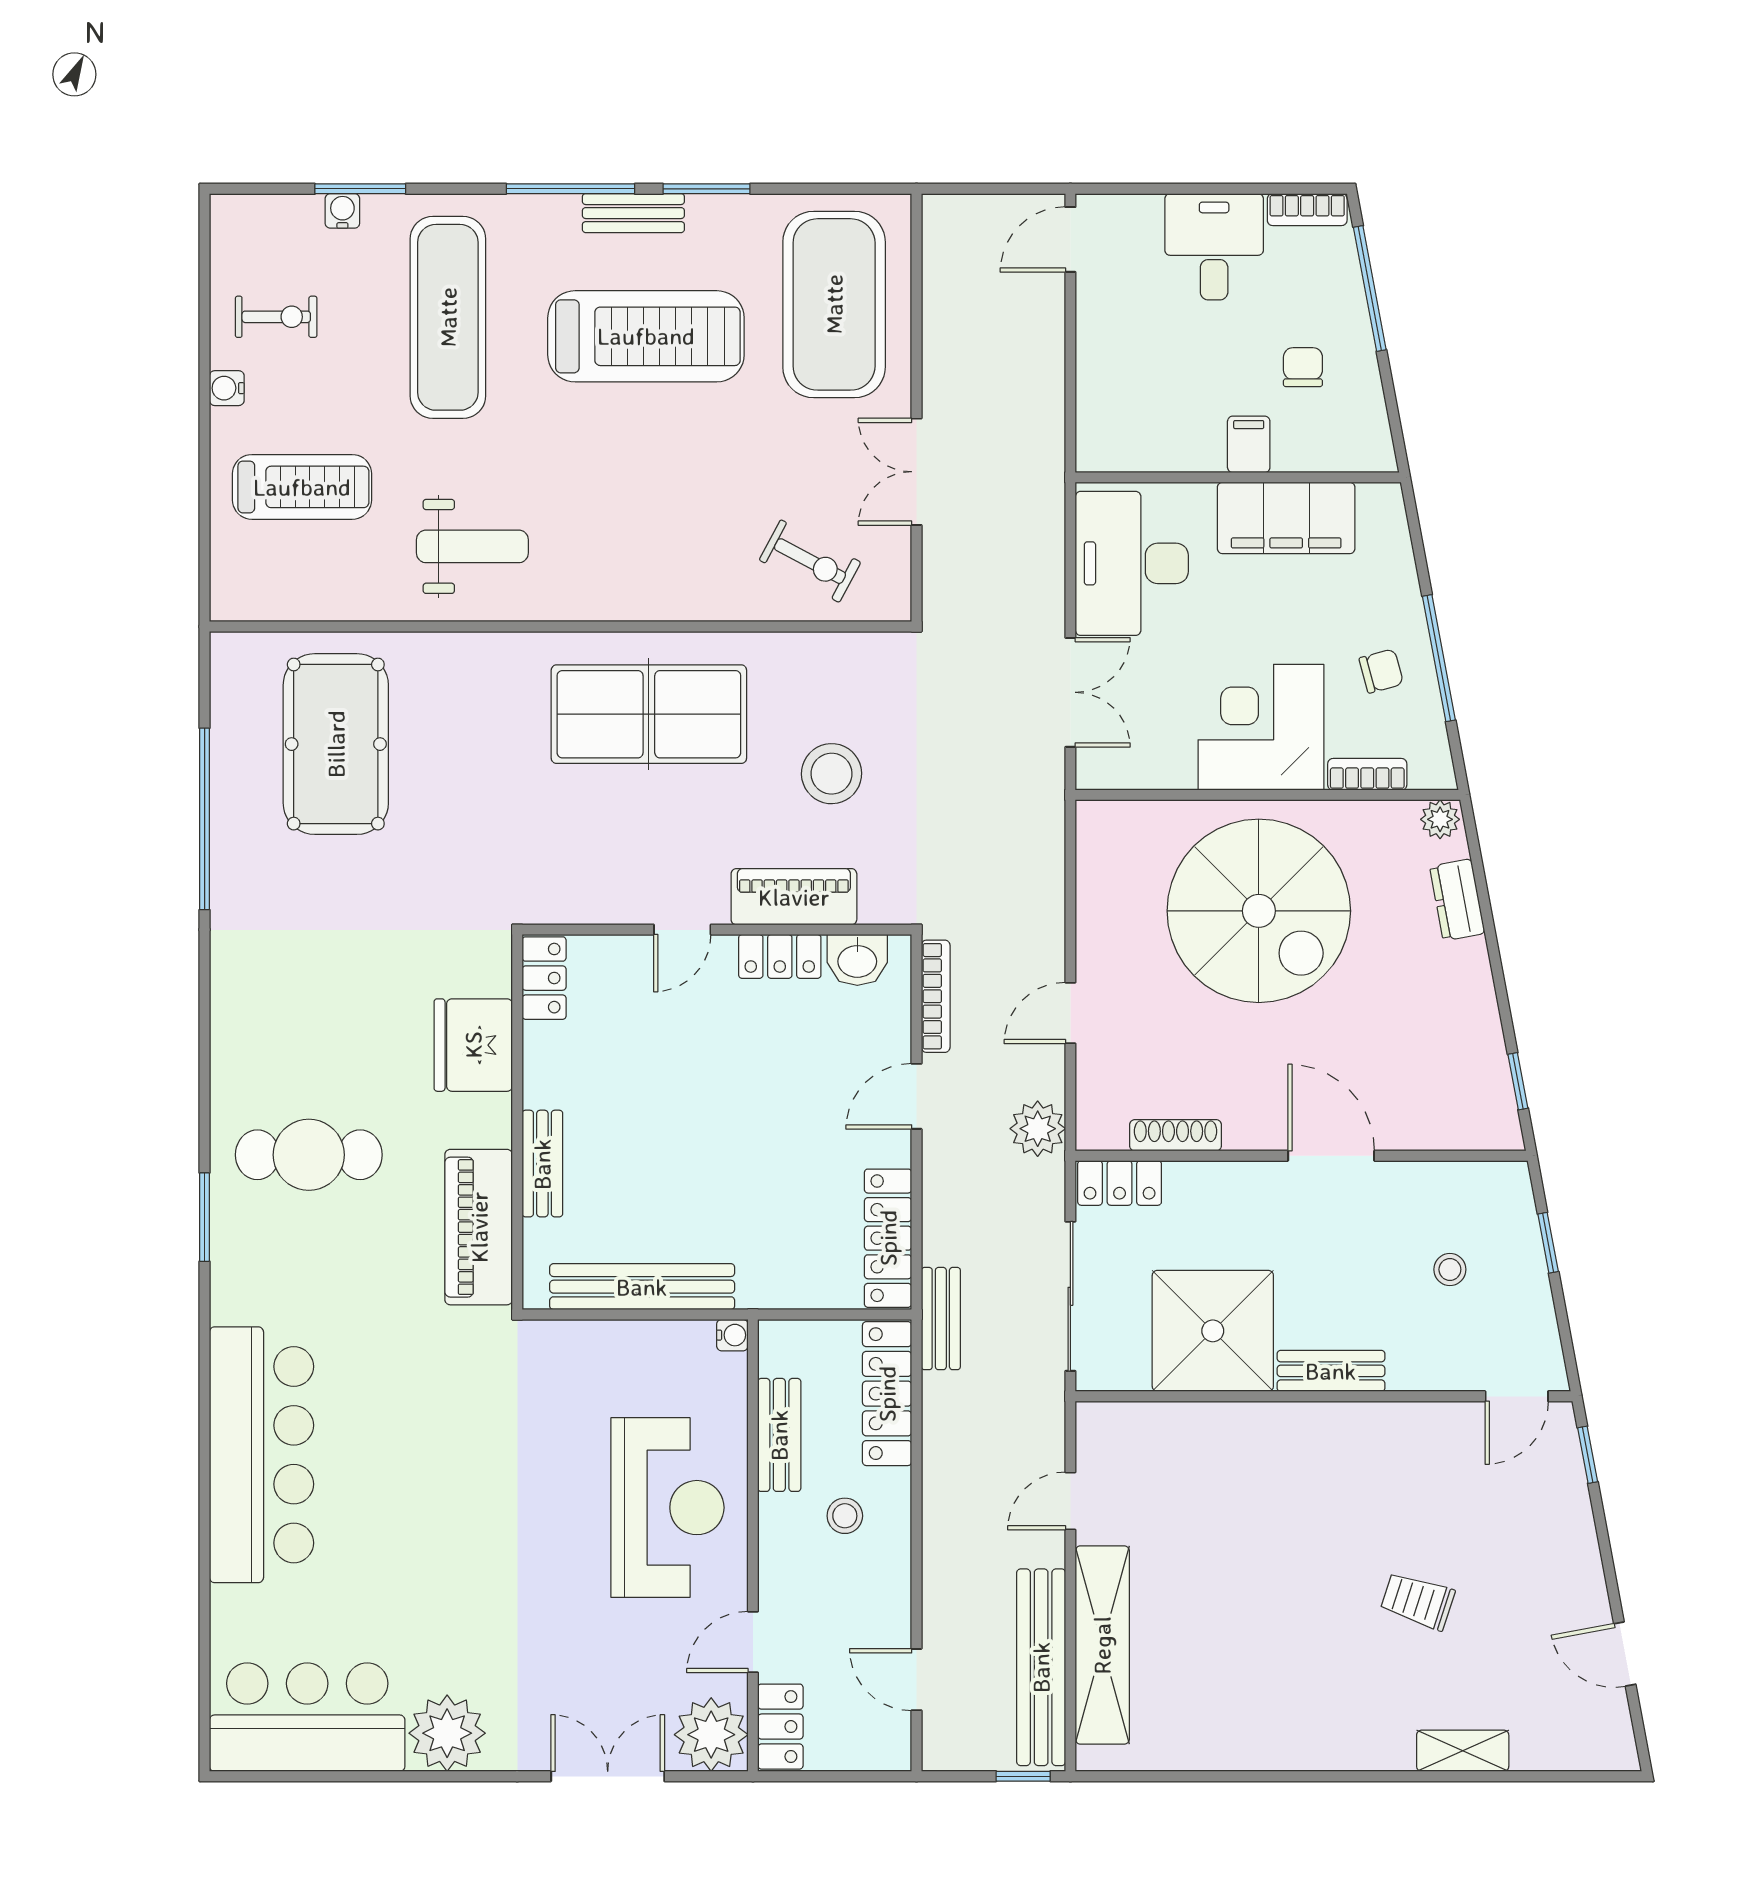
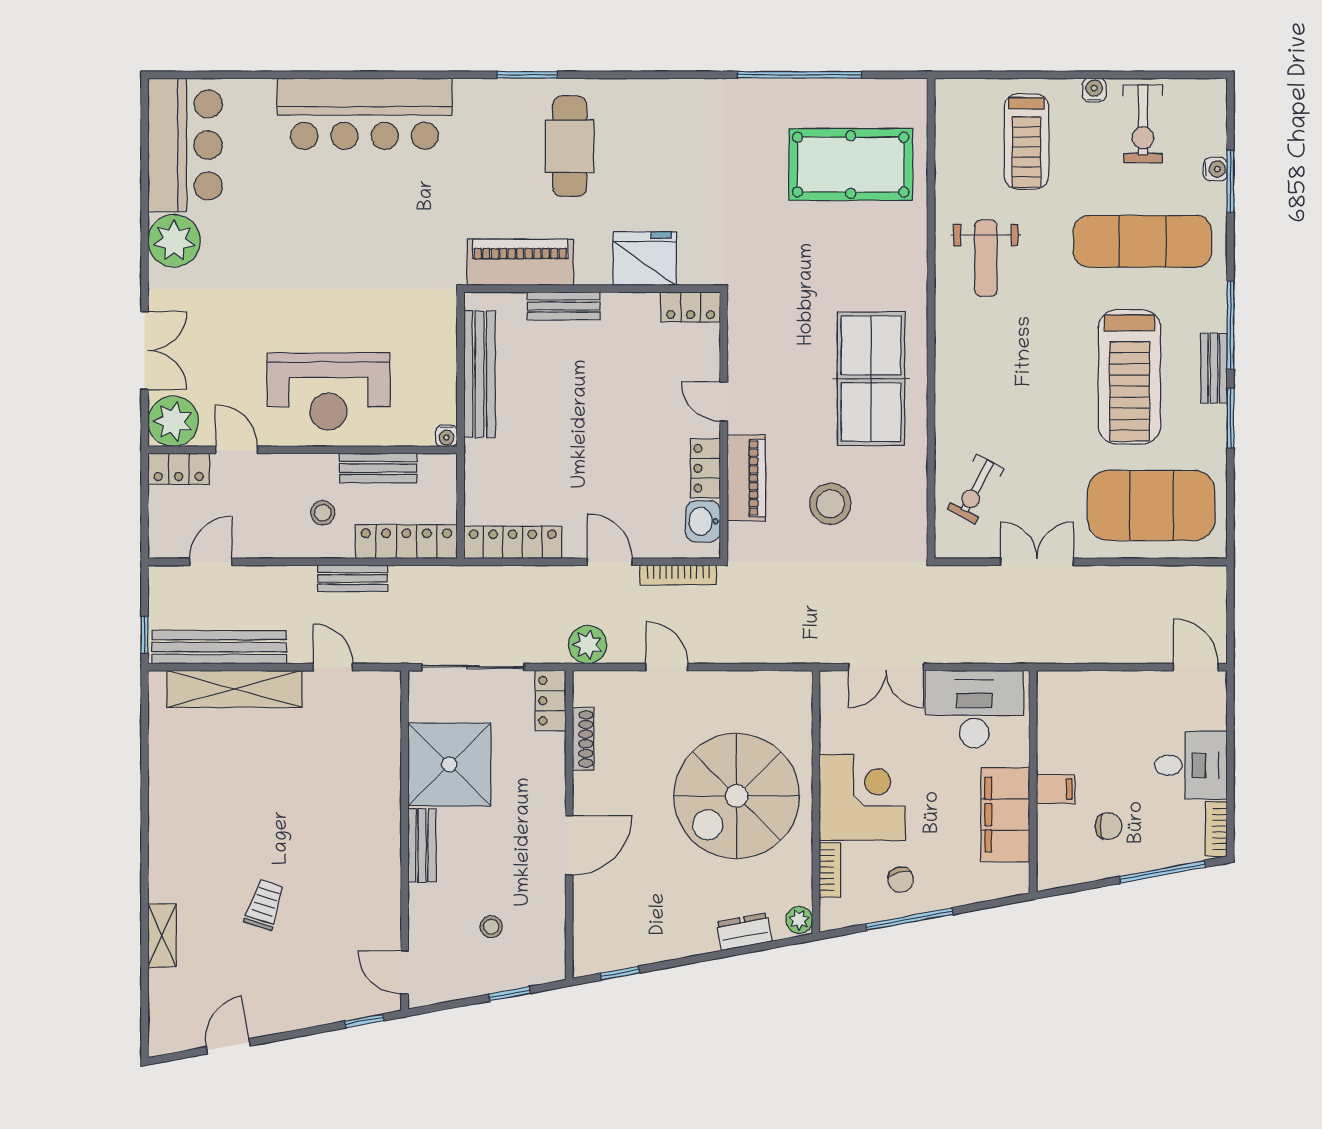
exercise bike: (276, 317) -> (1143, 124), width x1.38, depth x1.39
bench: (941, 1319) -> (352, 578), moved

